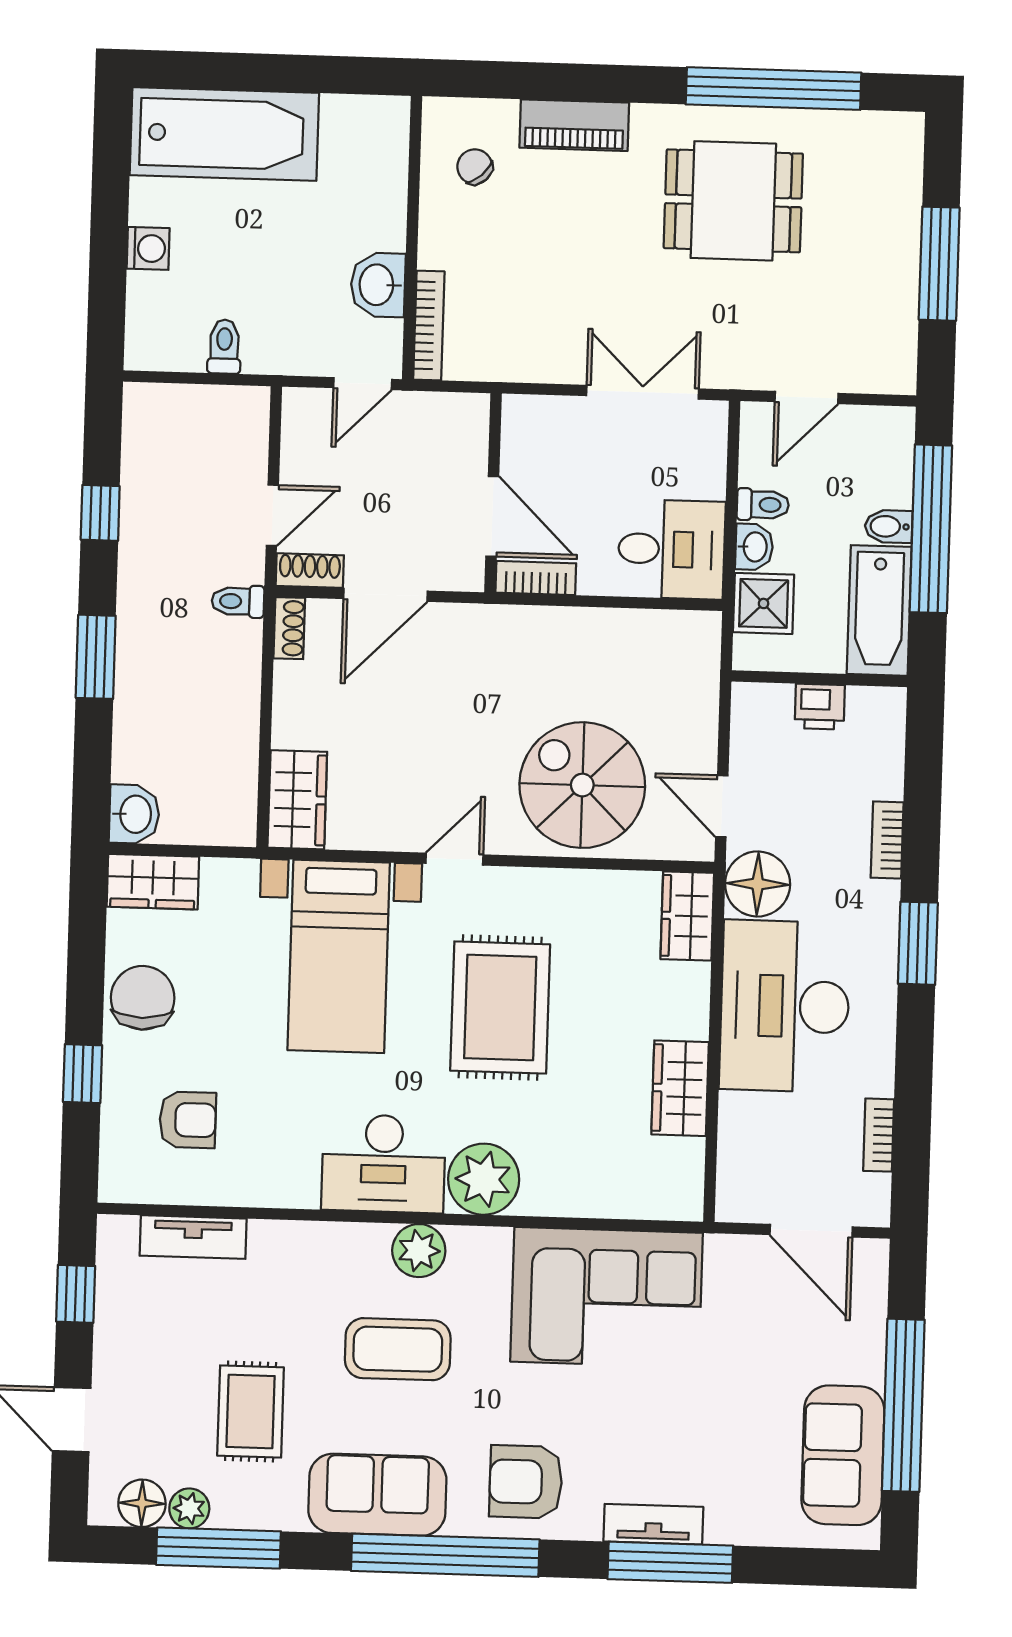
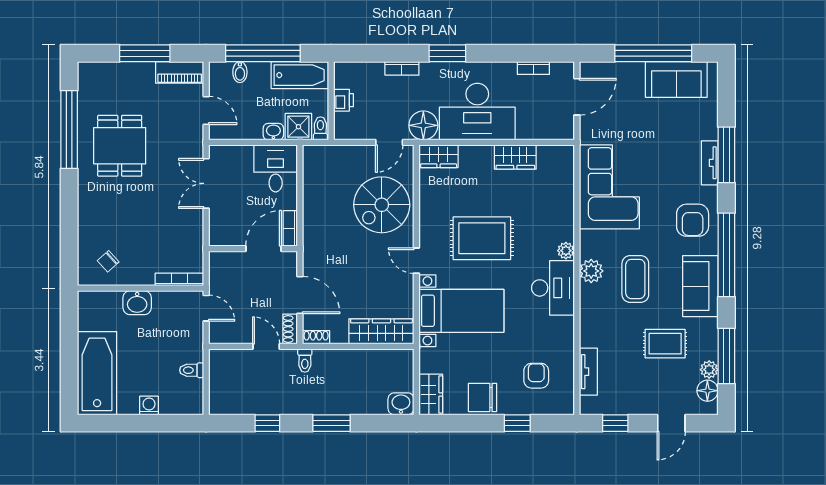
piano: (574, 125) -> (180, 72), moved, turned 90
washbasin: (378, 285) -> (137, 303), moved
toilet: (763, 505) -> (320, 128), moved
bidet: (889, 526) -> (240, 72), moved
wardrobe: (297, 800) -> (381, 331), width x1.50
plant: (484, 1179) -> (566, 251), width x0.53, depth x0.53

